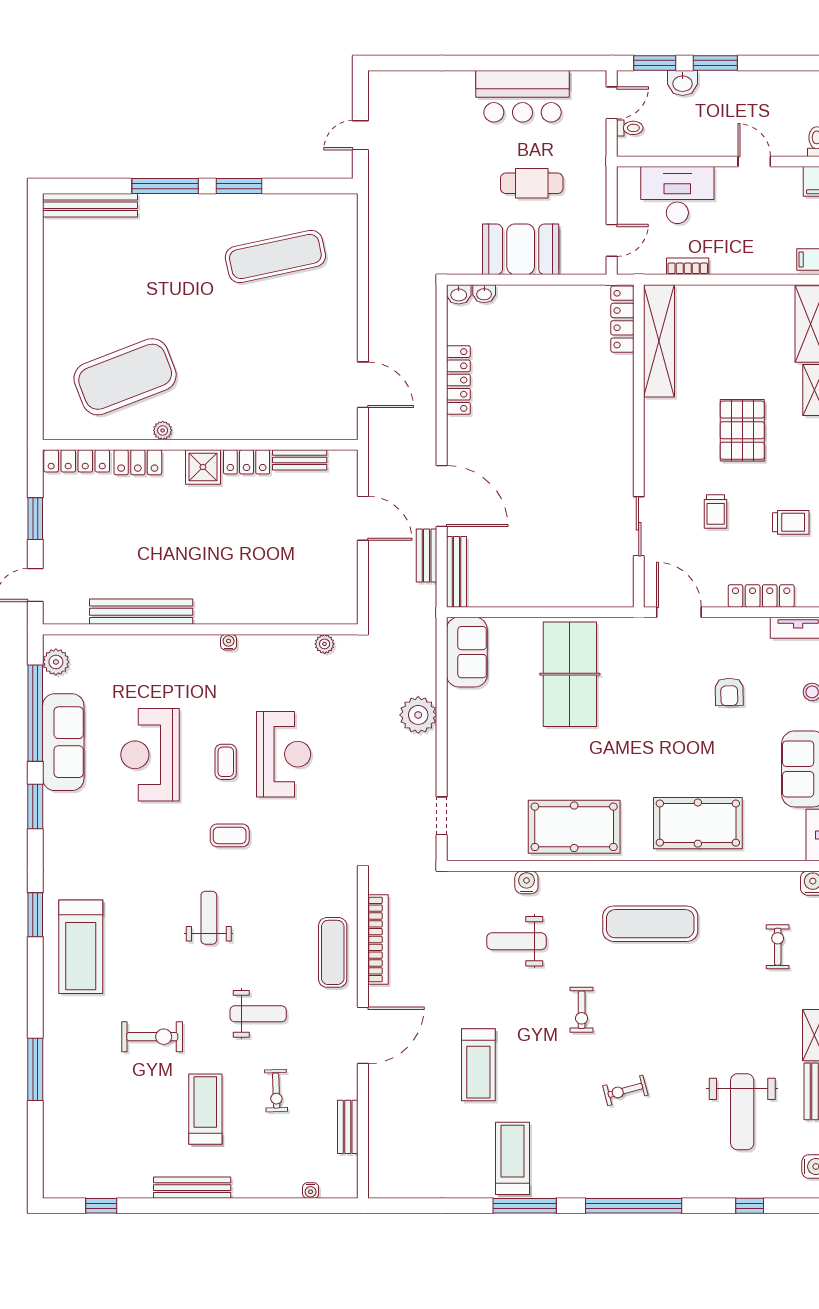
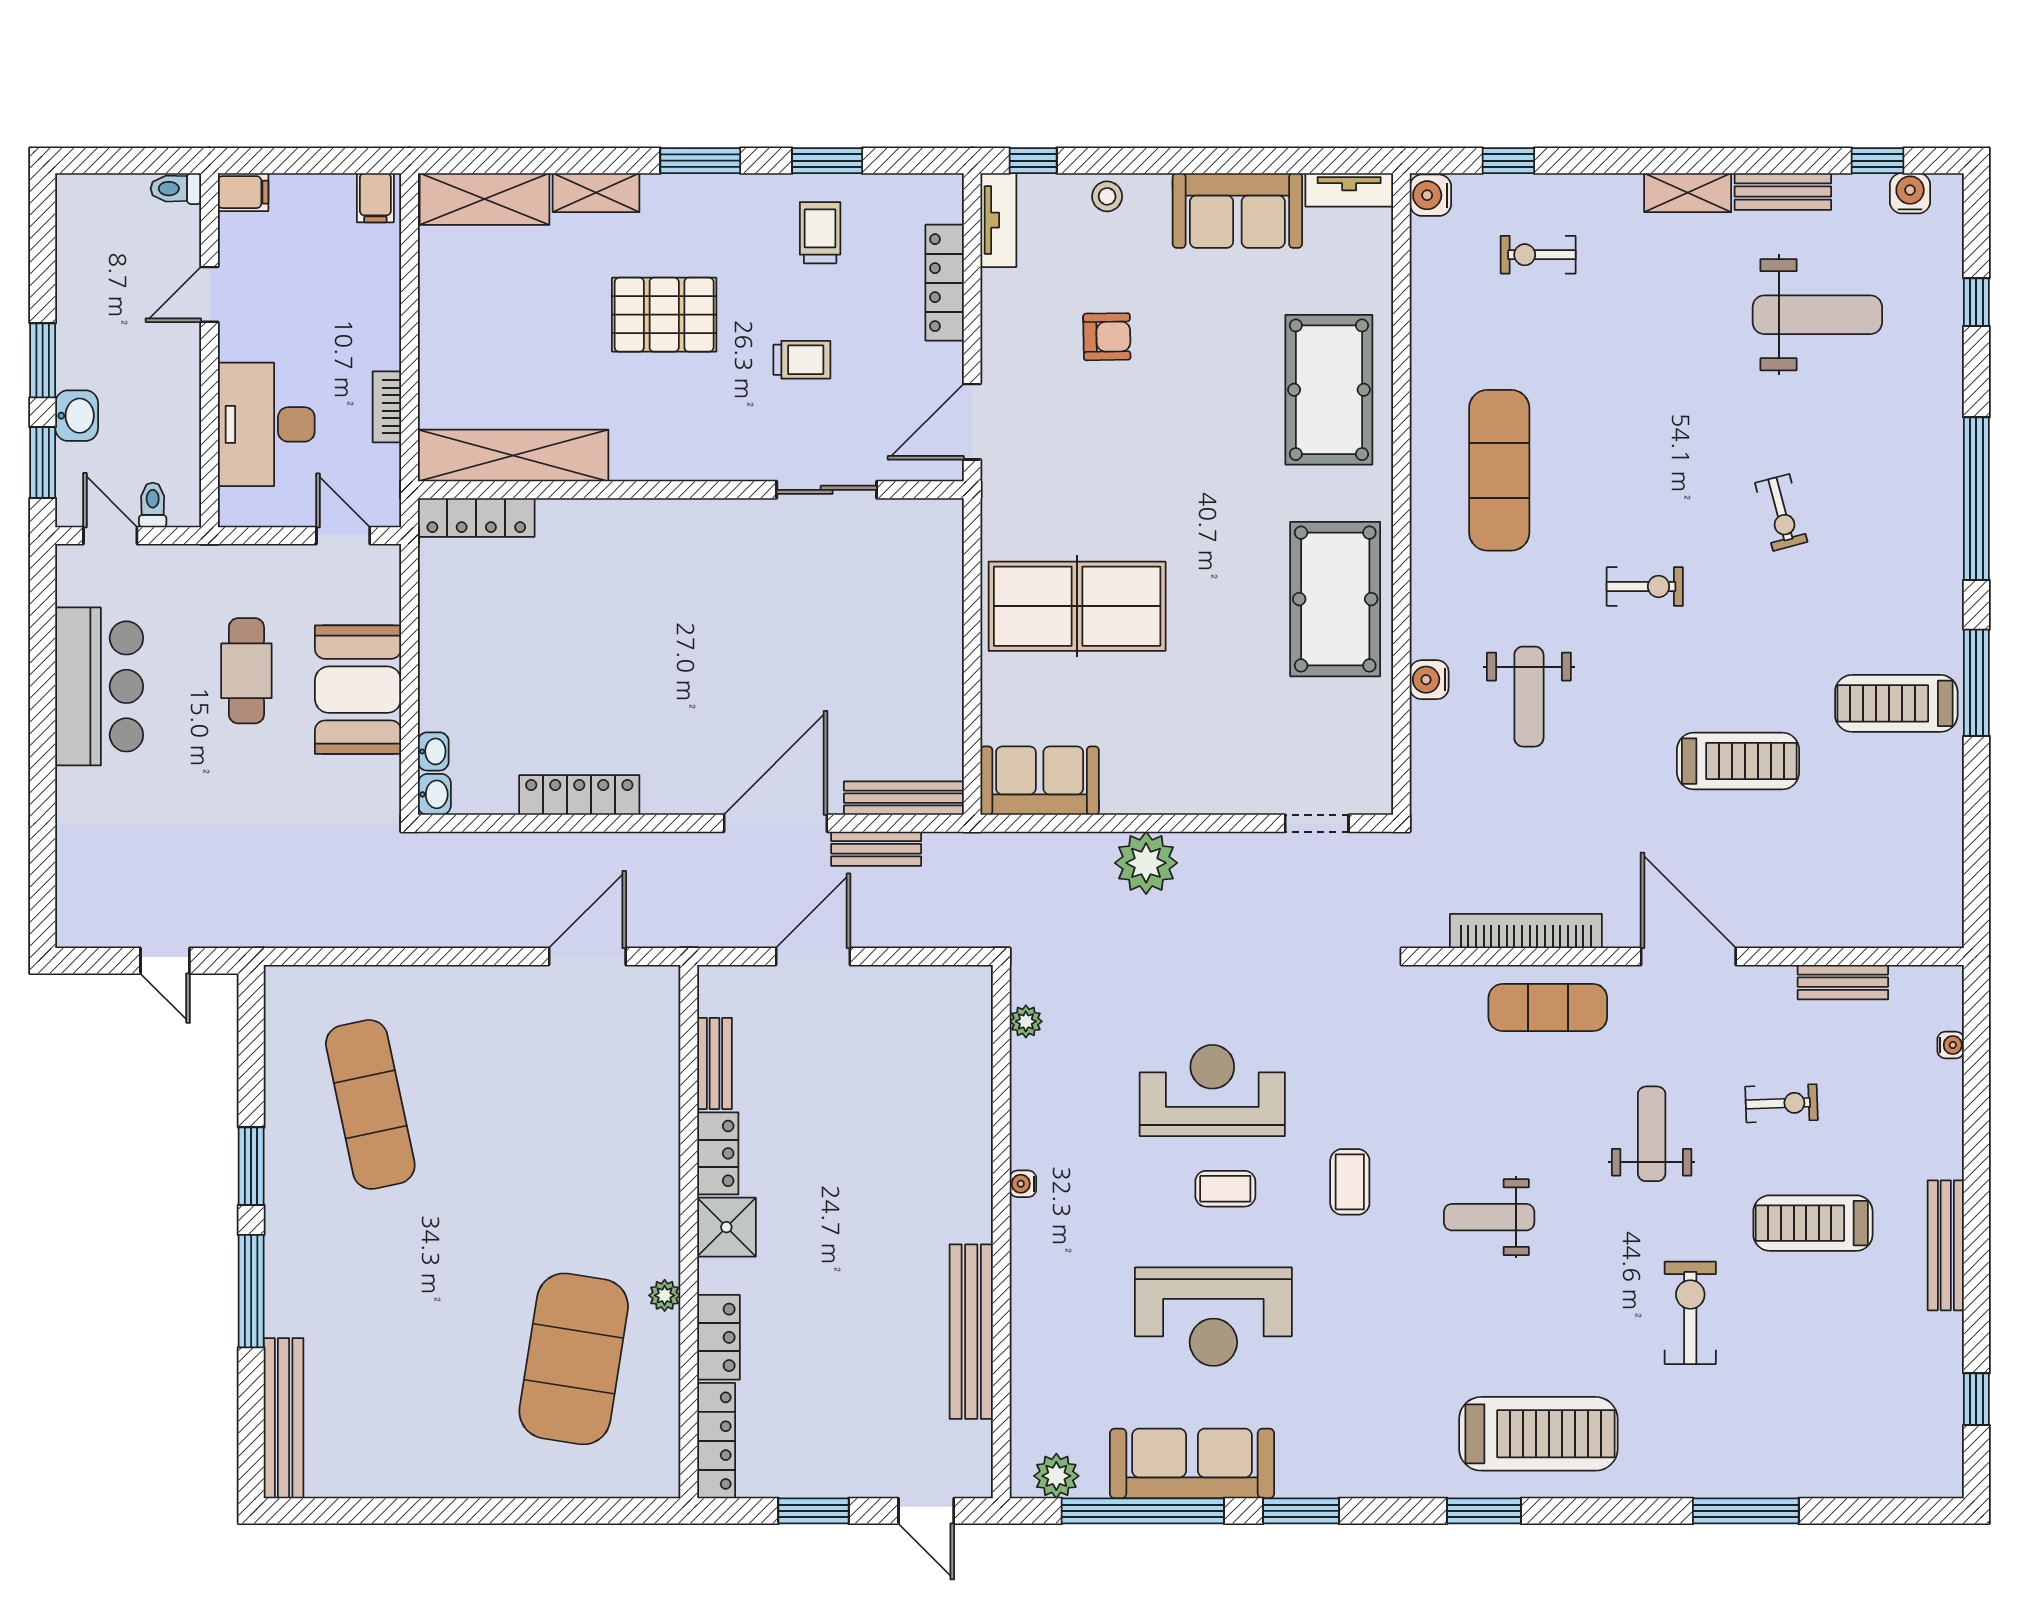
exercise mat: (125, 377) -> (574, 1359), turned 30

